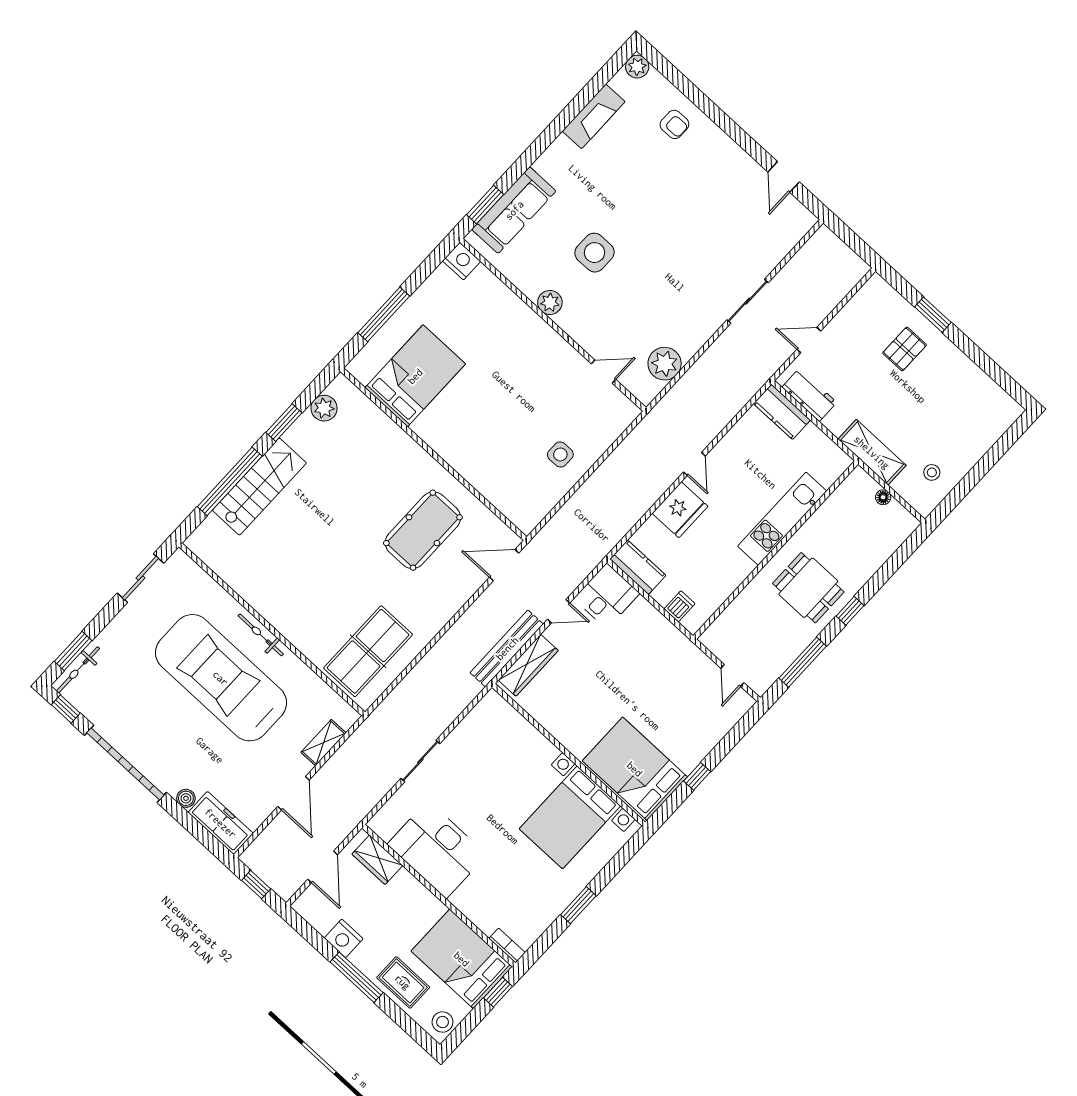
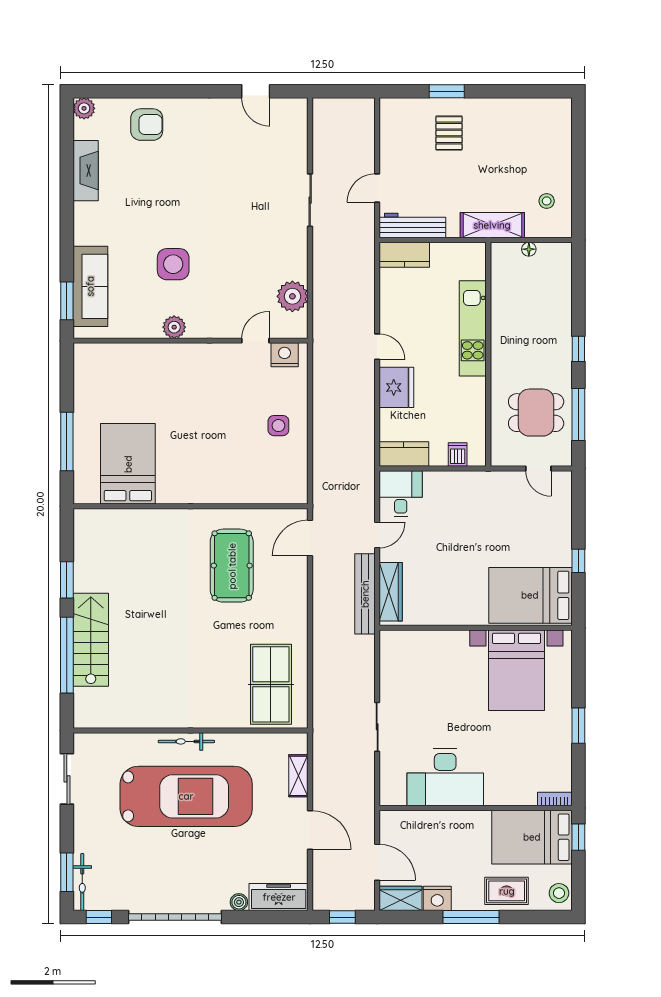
armchair: (674, 124) -> (147, 125), width x1.38, depth x1.38
nightstand: (462, 261) -> (285, 355), moved
workbench: (809, 395) -> (412, 226), width x1.38
plant: (324, 408) -> (85, 544), removed
dining table: (808, 588) -> (536, 413), moved
car: (221, 678) -> (186, 796), turned 180
wardrobe: (377, 860) -> (401, 898), moved, turned 180

